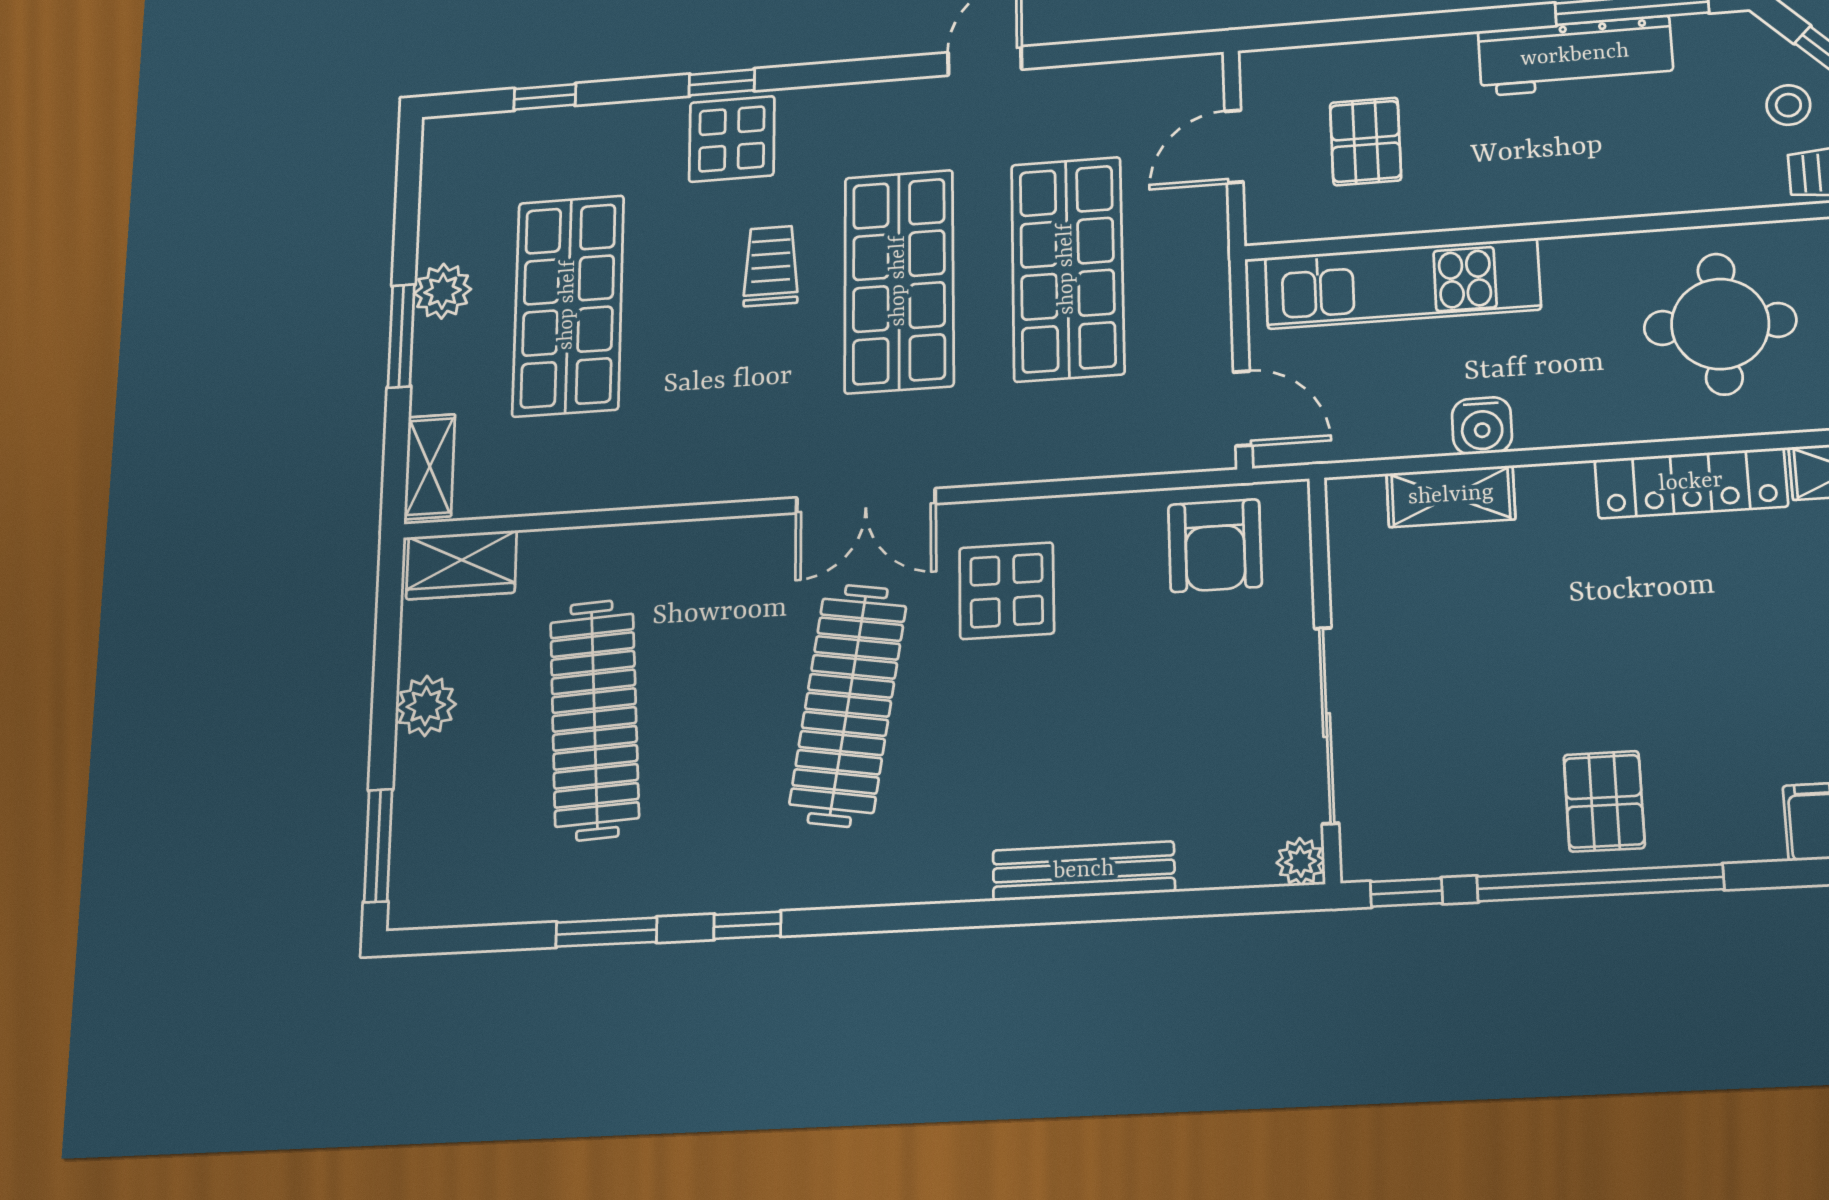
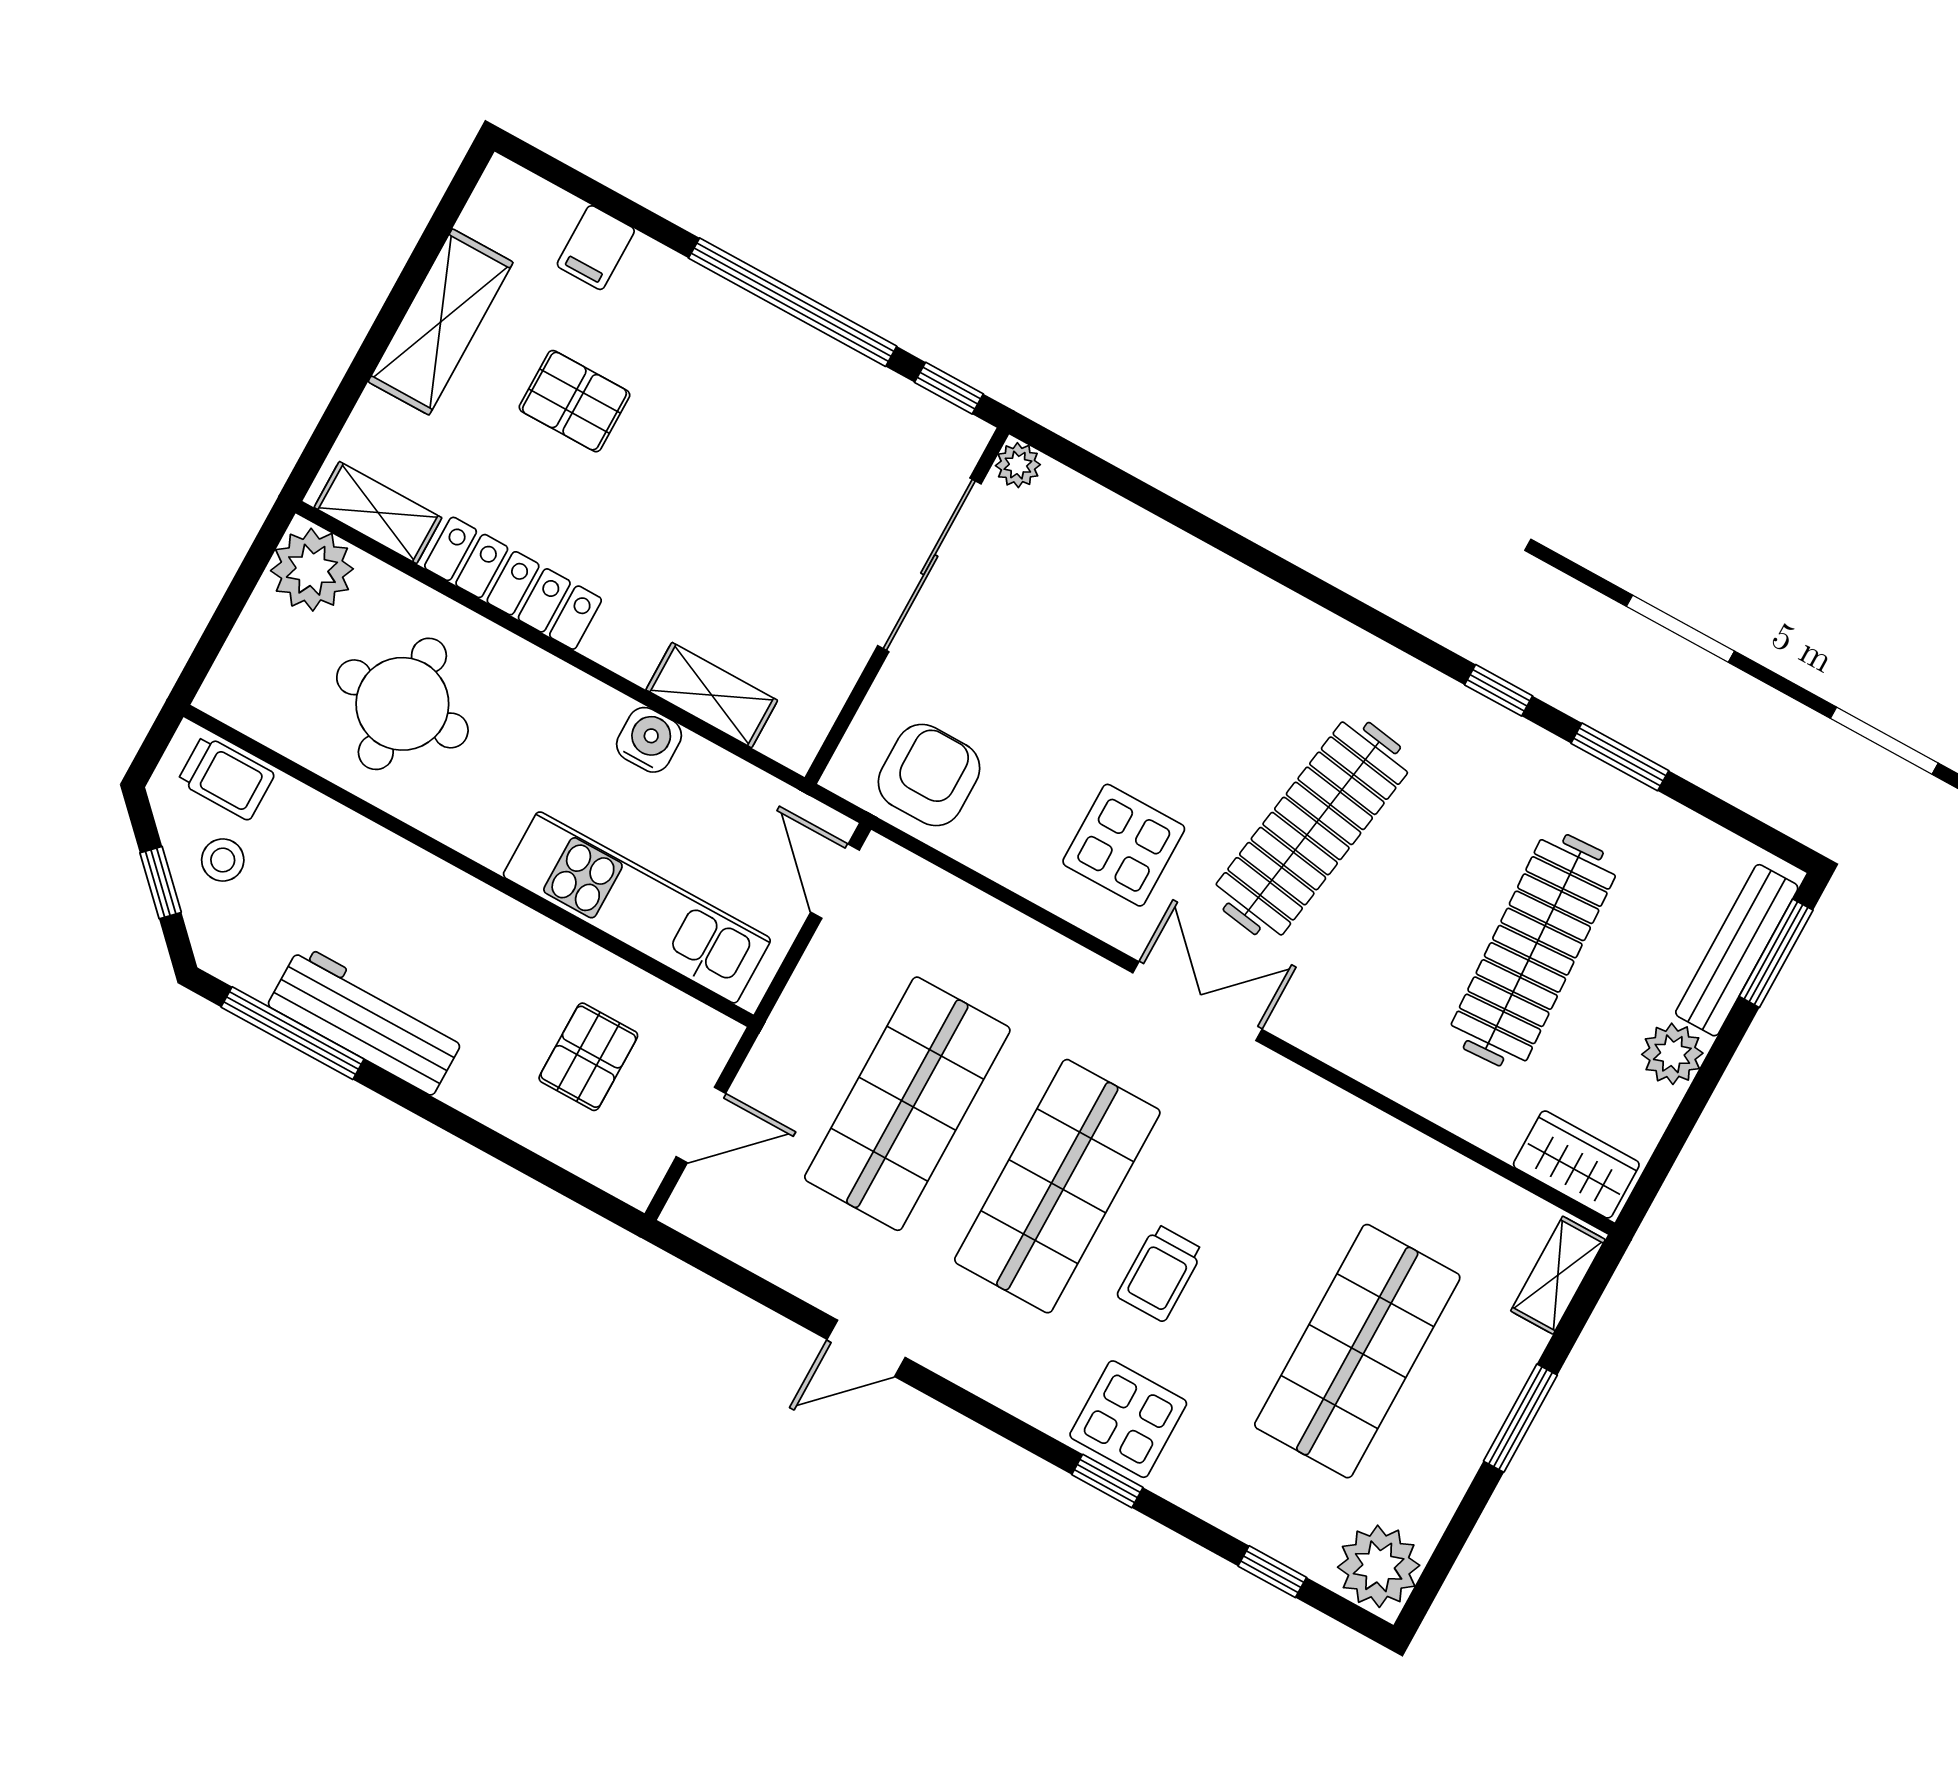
plant: (443, 291) -> (1379, 1566), moved, width x1.36, depth x1.36
pallet: (1604, 801) -> (575, 401), moved, turned 90
bench: (1084, 871) -> (1737, 950), moved, turned 90

